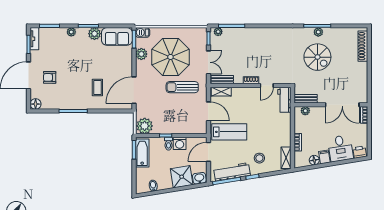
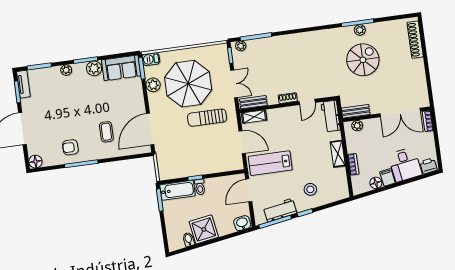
spiral stairs: (317, 57) -> (363, 60), turned -90
armchair: (50, 77) -> (70, 147), moved
plant: (145, 126) -> (169, 170), removed
lab bench: (229, 132) -> (270, 163), turned 180
washing machine: (180, 143) -> (213, 185), removed
bathtub: (142, 153) -> (177, 190), moved, turned 90
shelving: (286, 158) -> (338, 154), moved
workbench: (232, 172) -> (280, 210), width x0.73
shower: (182, 177) -> (204, 229), moved

